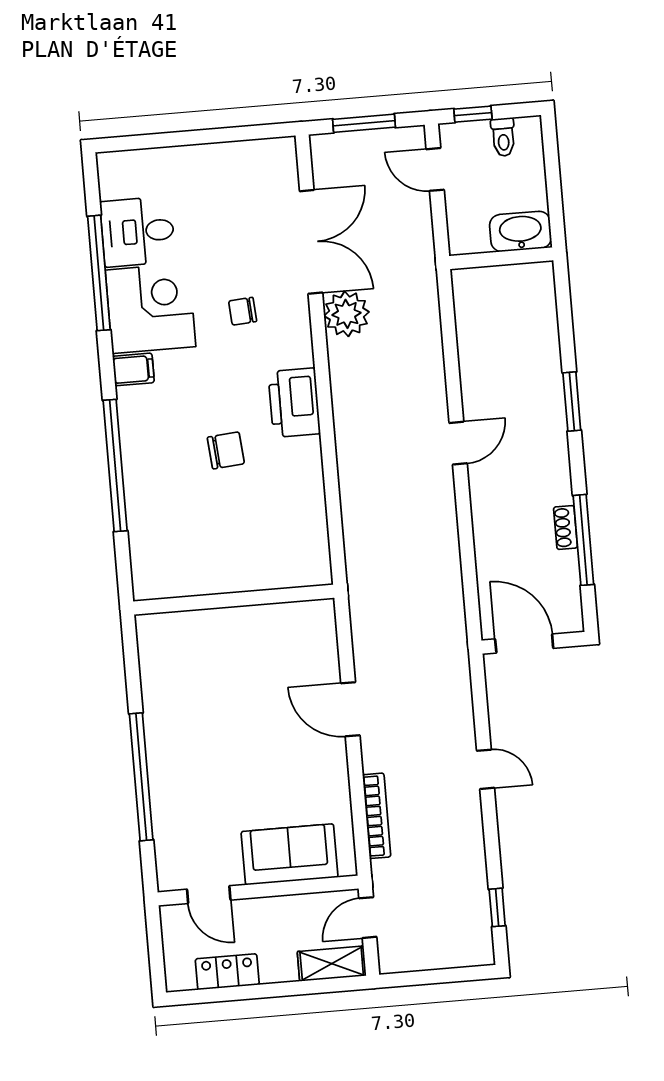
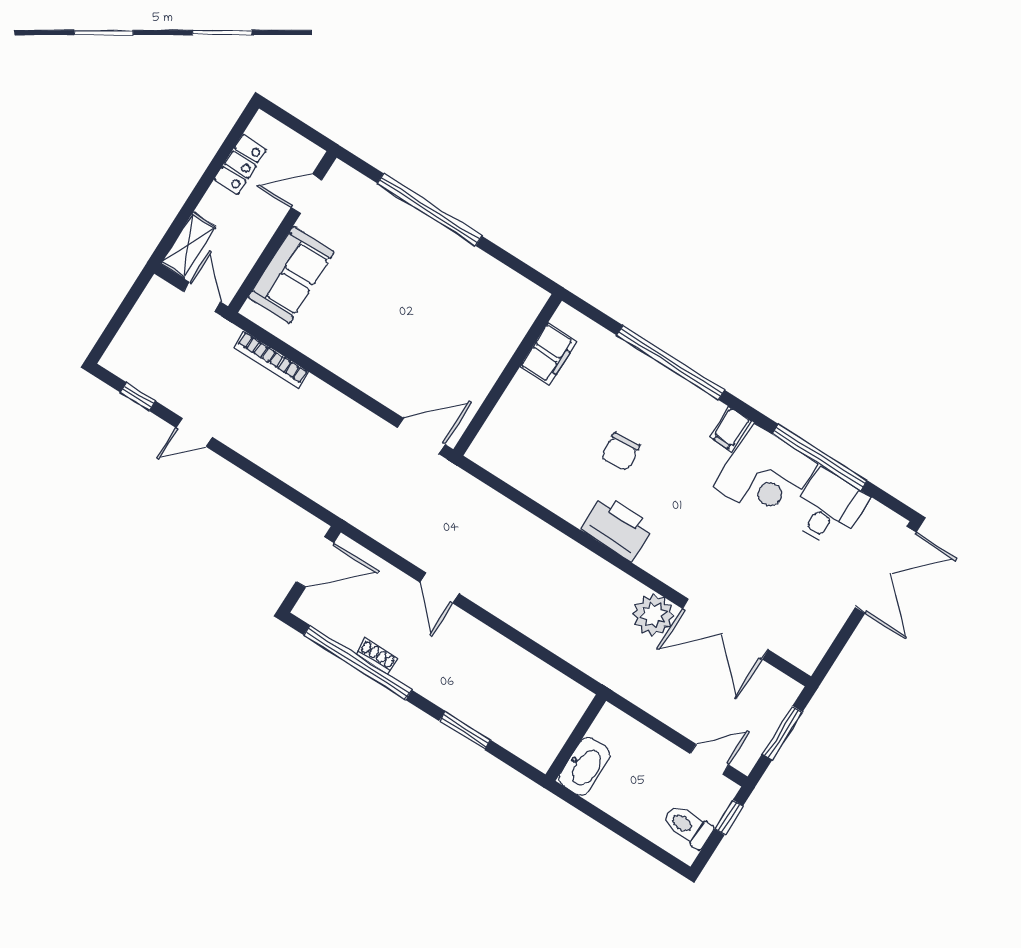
toilet: (503, 137) -> (688, 826), width x1.37, depth x1.39
double door: (153, 141) -> (886, 570), added
washbasin: (521, 231) -> (585, 766), moved
wall: (501, 258) -> (576, 738), moved
chair: (243, 311) -> (713, 541), removed
door: (458, 443) -> (439, 588), moved
window: (583, 540) -> (358, 662), width x1.46
filing cabinet: (188, 578) -> (548, 354), added
door: (350, 709) -> (421, 436), moved
door: (486, 769) -> (194, 432), moved

